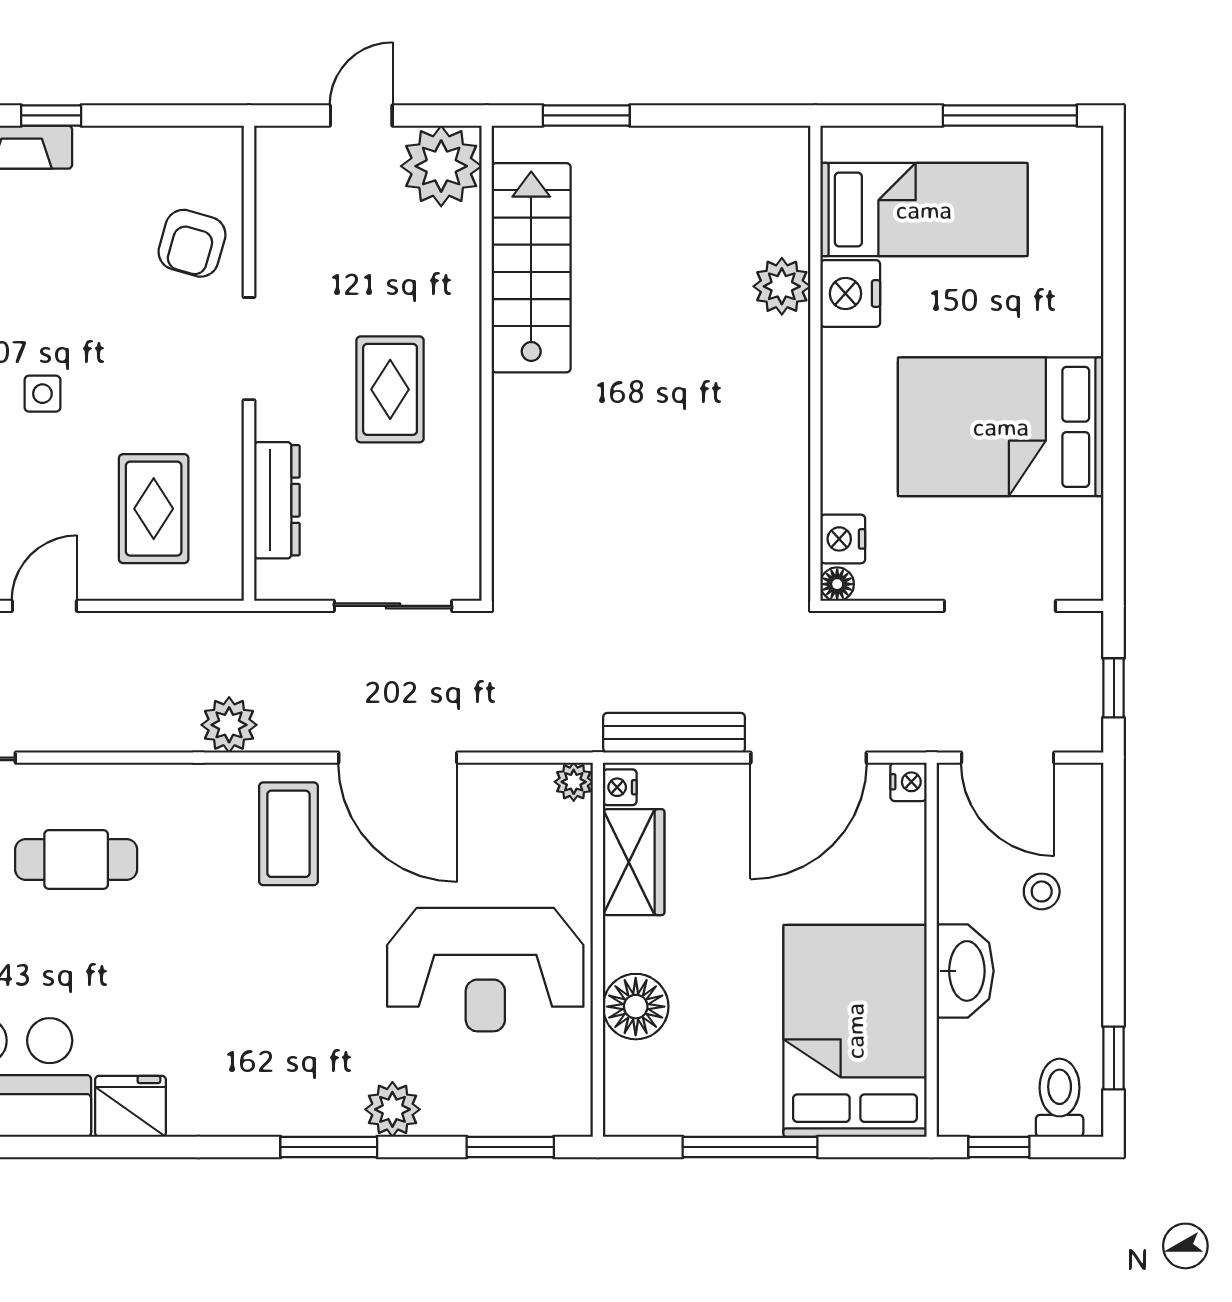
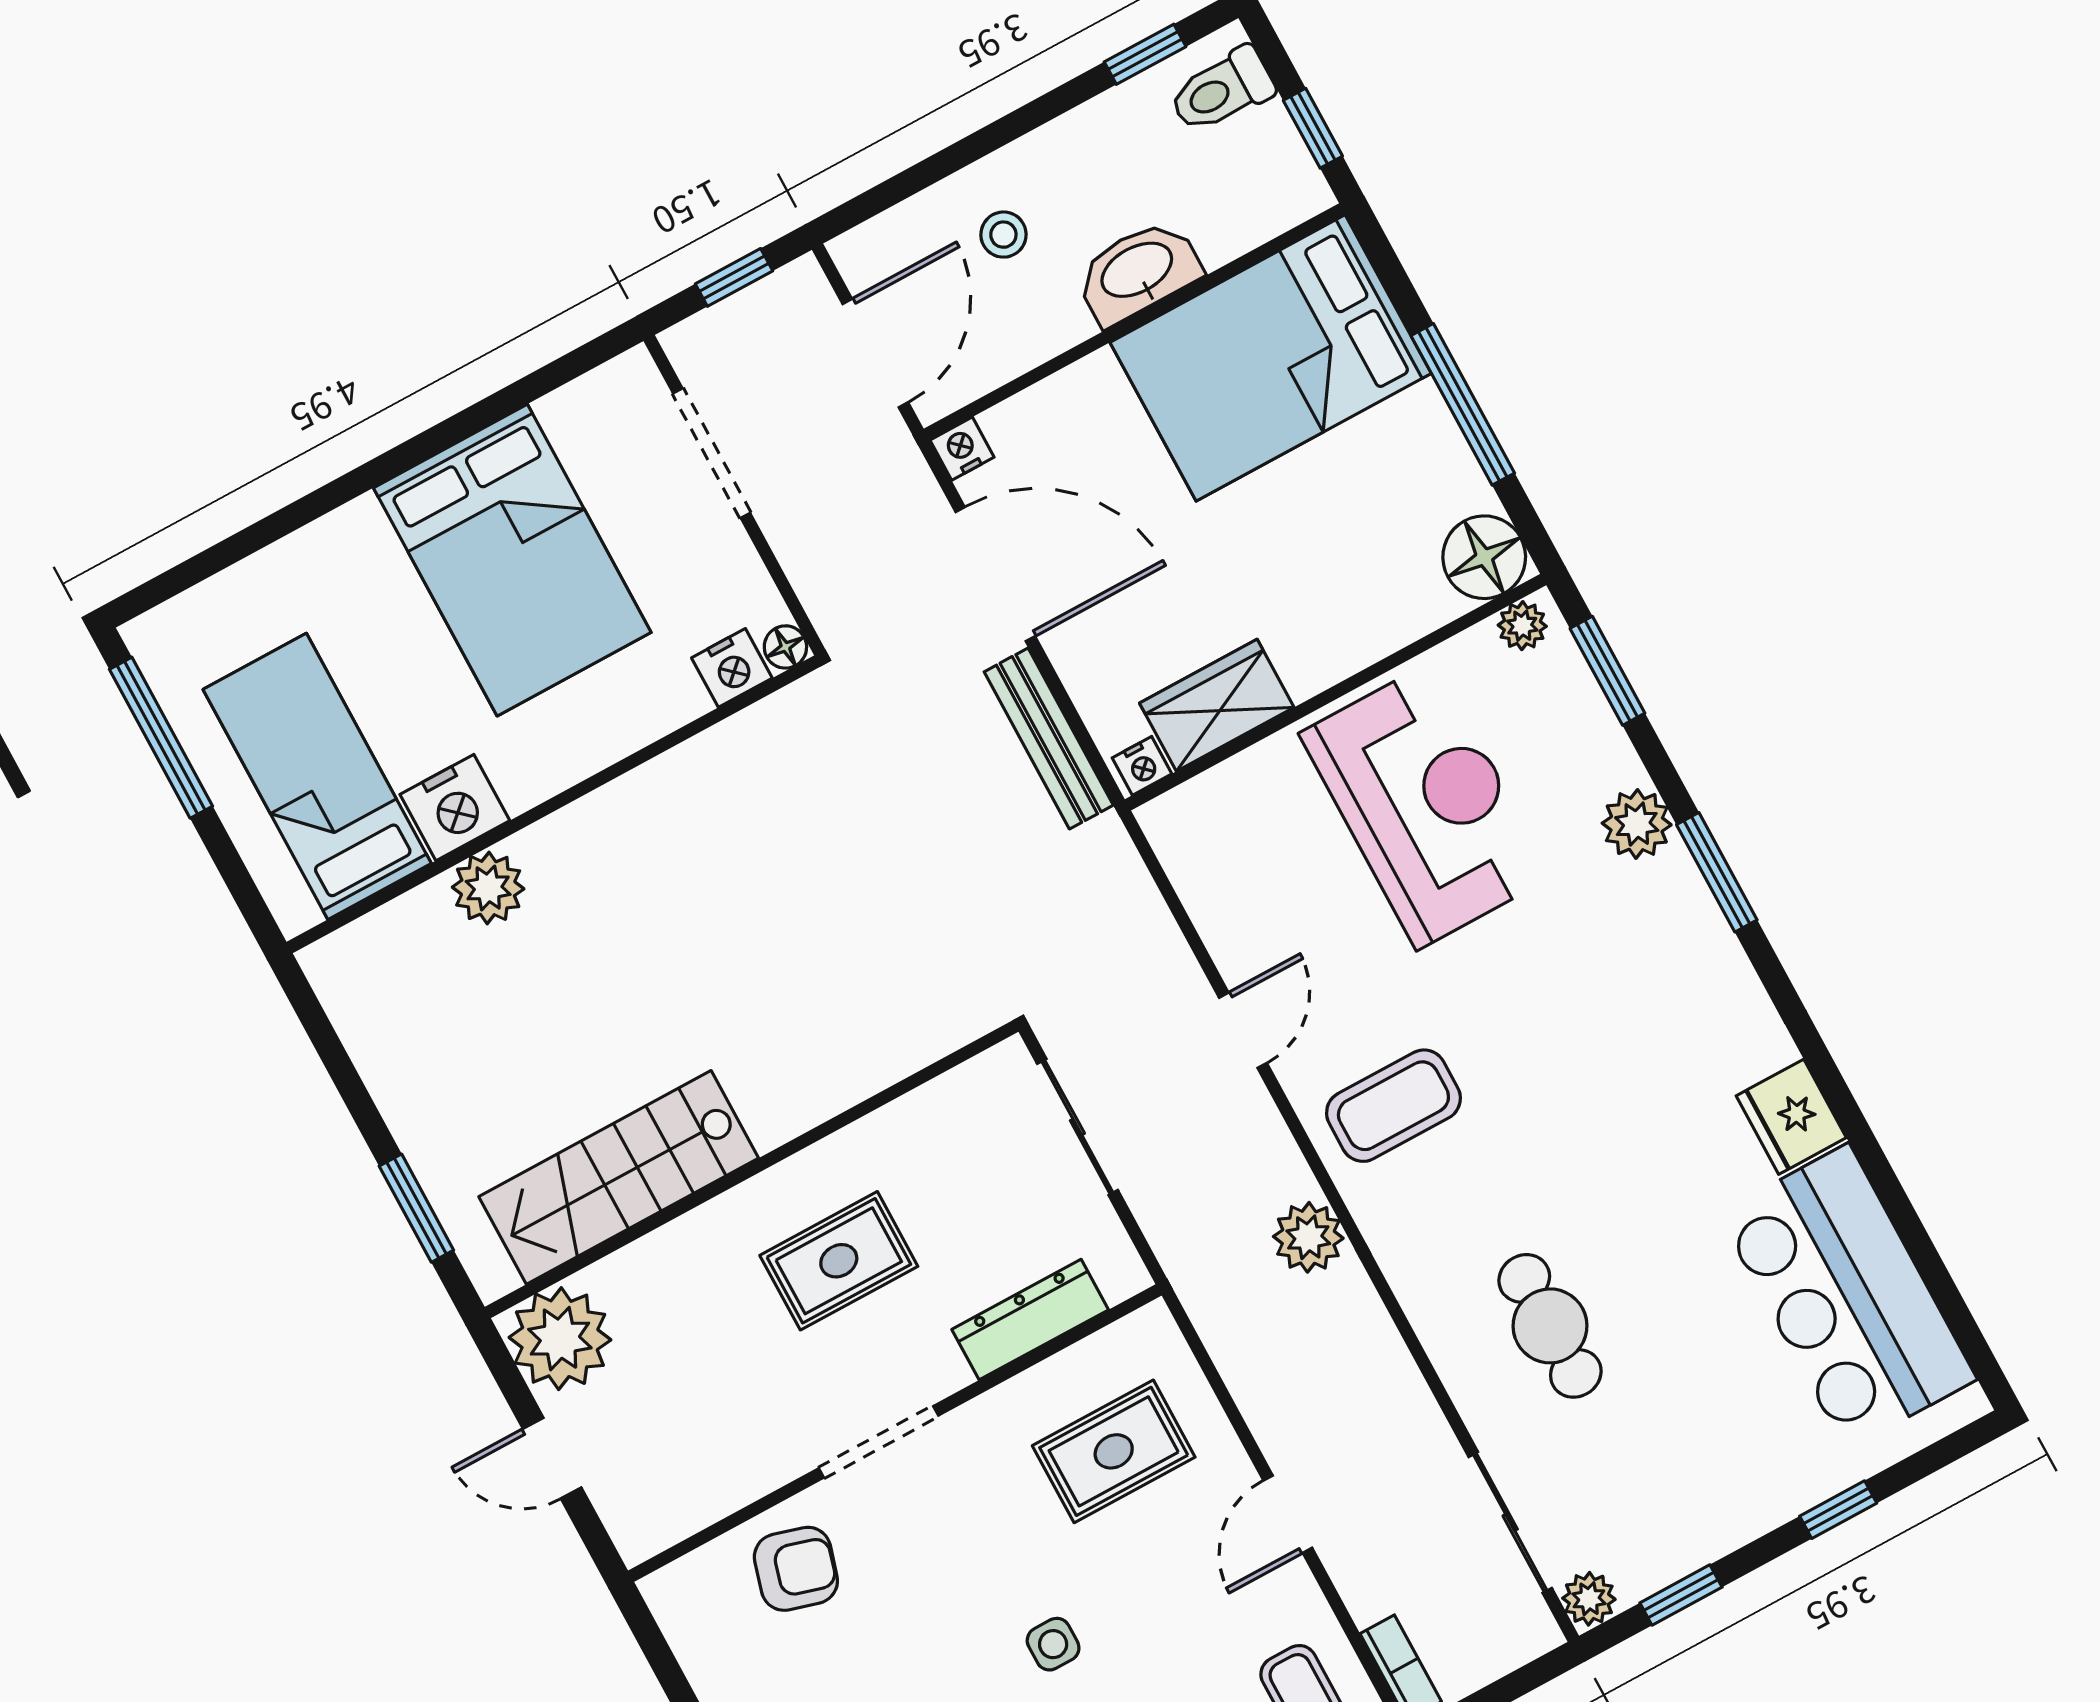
door: (44, 606) -> (1288, 1514), hinge flipped
door: (398, 758) -> (1243, 1030), width x0.53
plant: (574, 782) -> (1522, 626), moved
floor lamp: (636, 1007) -> (1484, 557), moved

